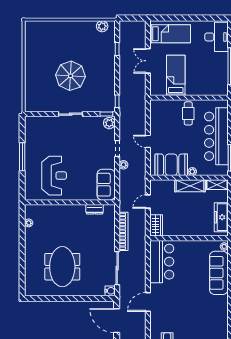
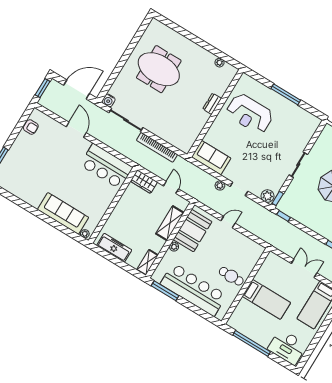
bed: (176, 75) -> (266, 299), moved
shelving: (190, 186) -> (170, 223), moved
dresser: (95, 209) -> (212, 104), moved

